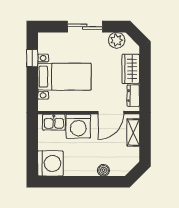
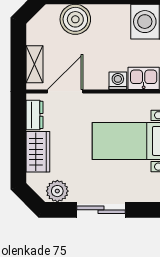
washing machine: (78, 126) -> (118, 81), width x0.53, depth x0.53
boiler: (103, 170) -> (75, 19), width x1.86, depth x1.86

